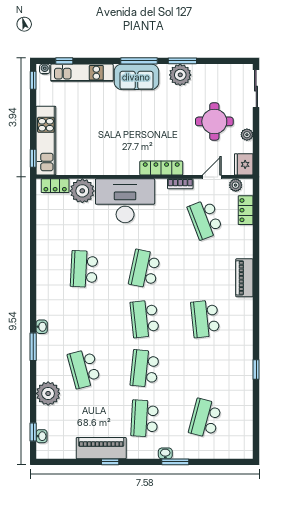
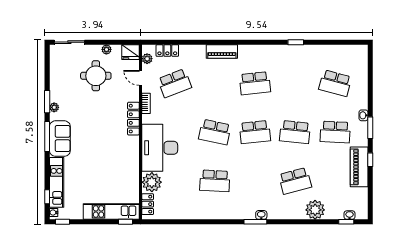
plant: (180, 75) -> (54, 107), width x0.53, depth x0.53
window: (33, 347) -> (255, 222), moved
window: (175, 462) -> (370, 128), moved

